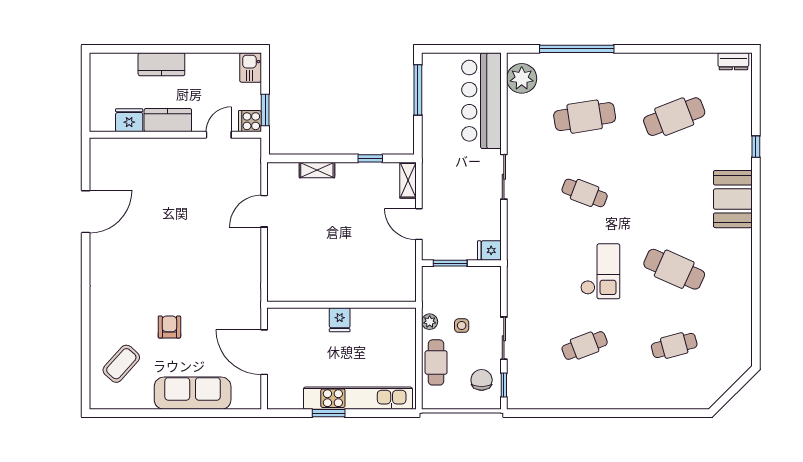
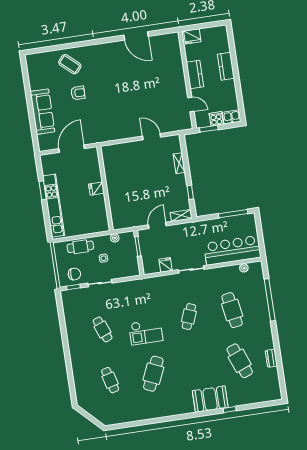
dresser: (733, 61) -> (271, 358), moved
plant: (522, 78) -> (244, 268), width x0.53, depth x0.53
fridge: (129, 120) -> (192, 36), moved, turned 90
cooker: (250, 121) -> (216, 119), moved
booth: (733, 199) -> (210, 399), moved
fridge: (489, 250) -> (165, 265), moved
plant: (430, 322) -> (115, 238), moved
coffee table: (121, 364) -> (70, 64), moved

